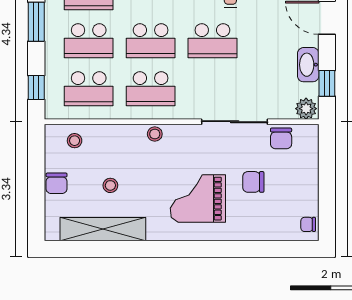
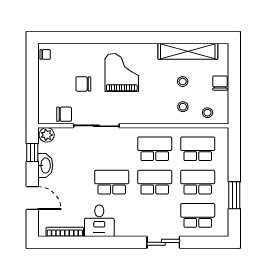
window: (36, 87) -> (234, 150), removed
stool: (155, 134) -> (183, 107), moved
chair: (281, 138) -> (64, 114), turned 90
chair: (253, 182) -> (83, 84), turned 180
grand piano: (198, 199) -> (122, 72), turned -90

